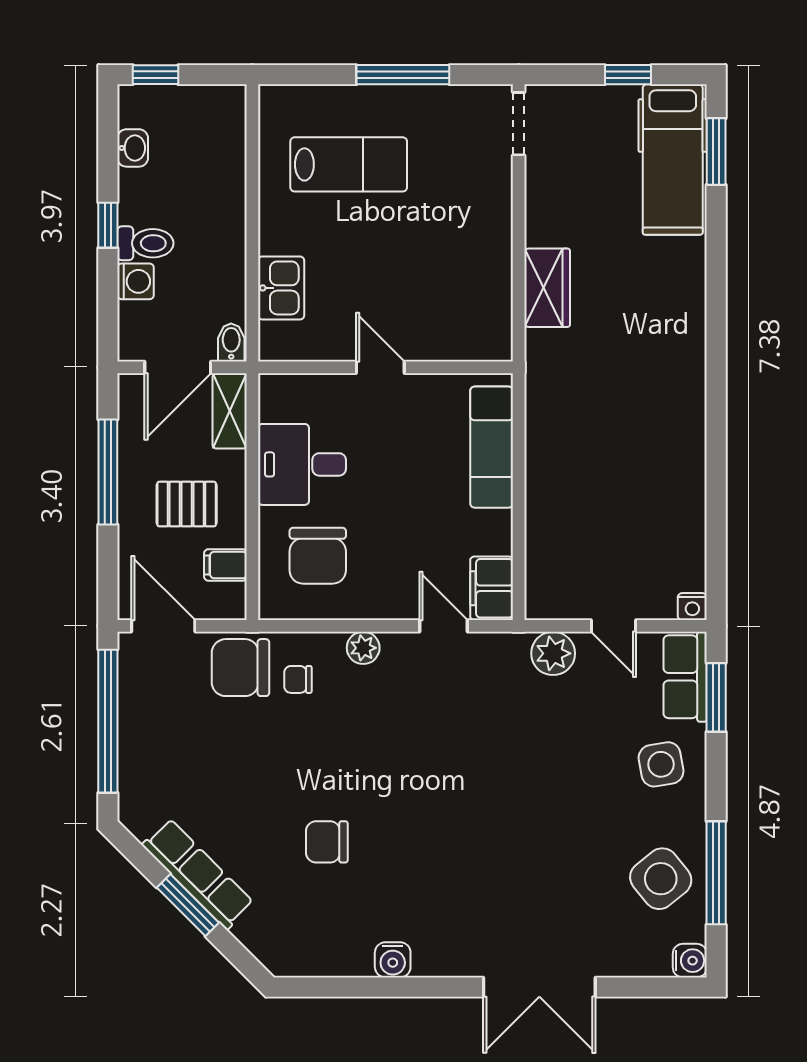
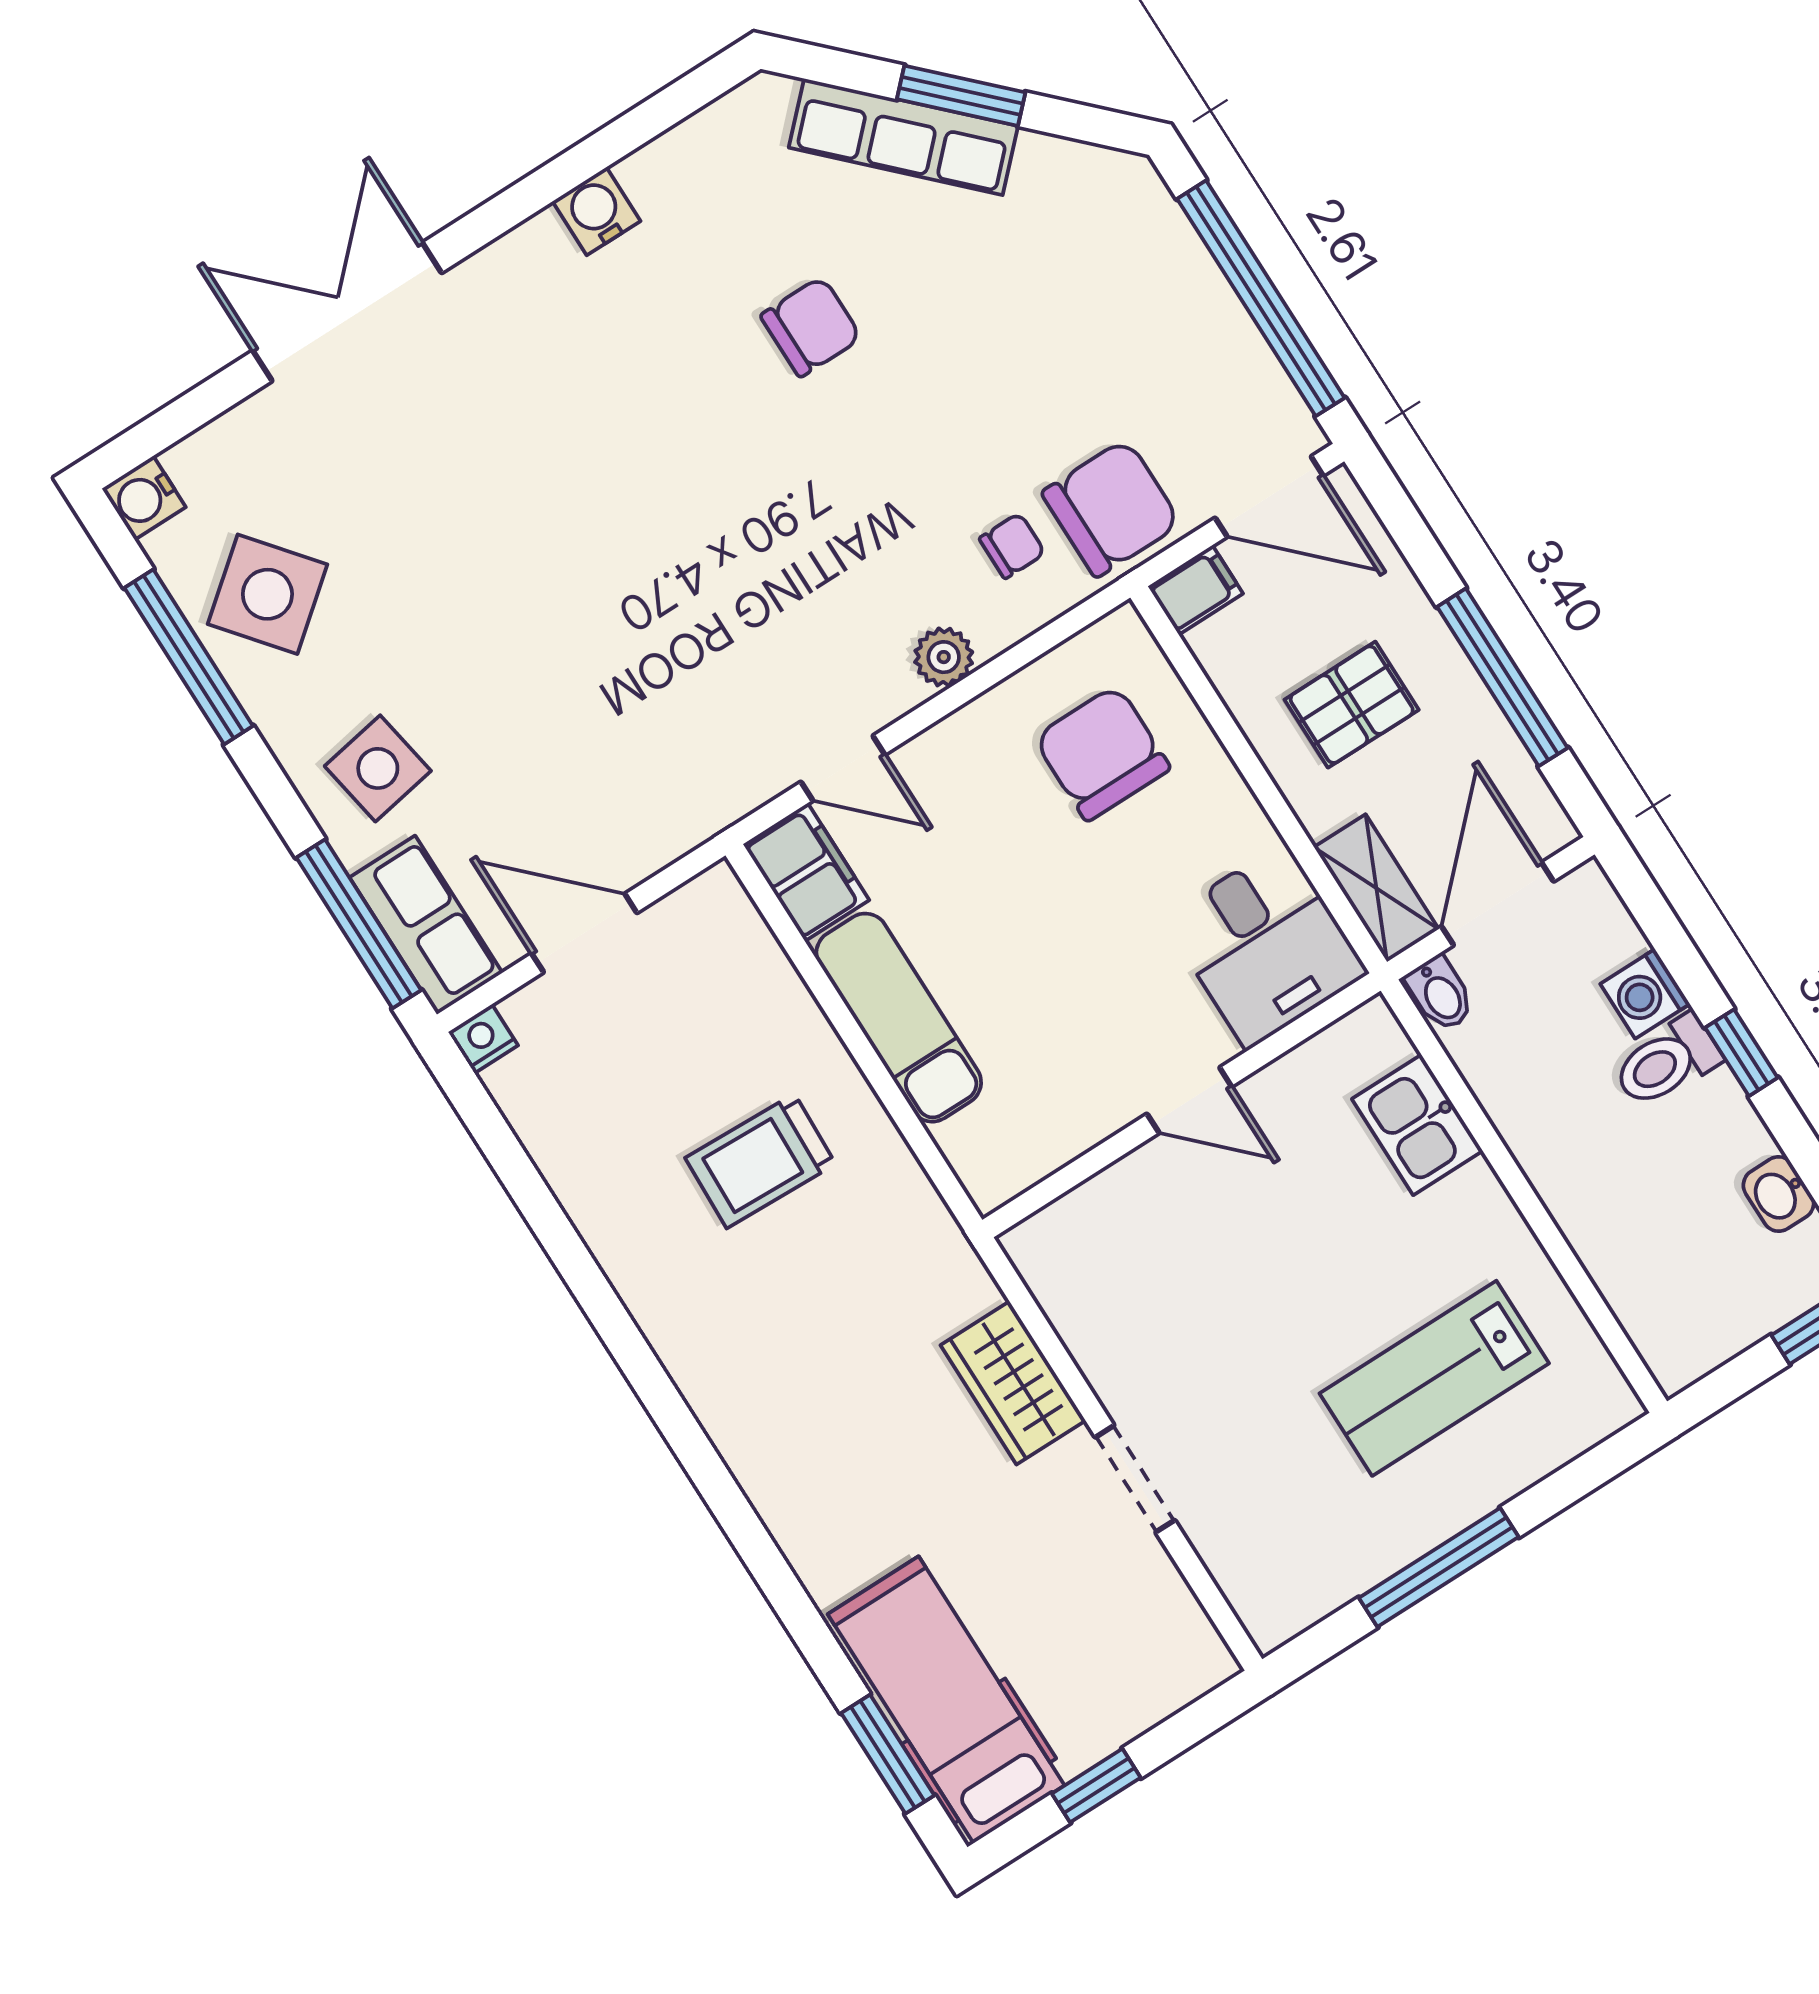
doorway: (519, 124) -> (1135, 1479), moved
exam couch: (492, 447) -> (899, 1018), moved
desk: (302, 464) -> (1265, 946), moved, turned 90
trolley: (599, 467) -> (760, 1161), added
filing cabinet: (225, 565) -> (1195, 590), moved
door: (614, 626) -> (584, 933), width x1.38
plant: (553, 653) -> (650, 833), removed
window: (716, 697) -> (359, 924), width x1.44
row of seats: (198, 874) -> (903, 137), moved

